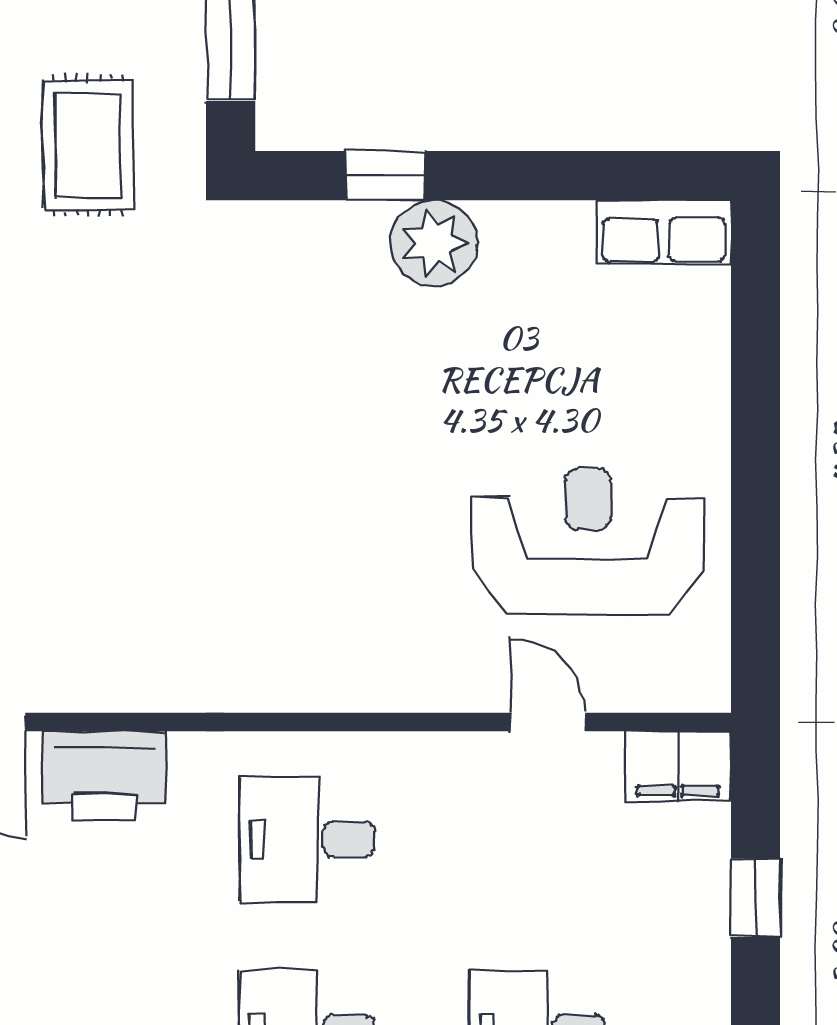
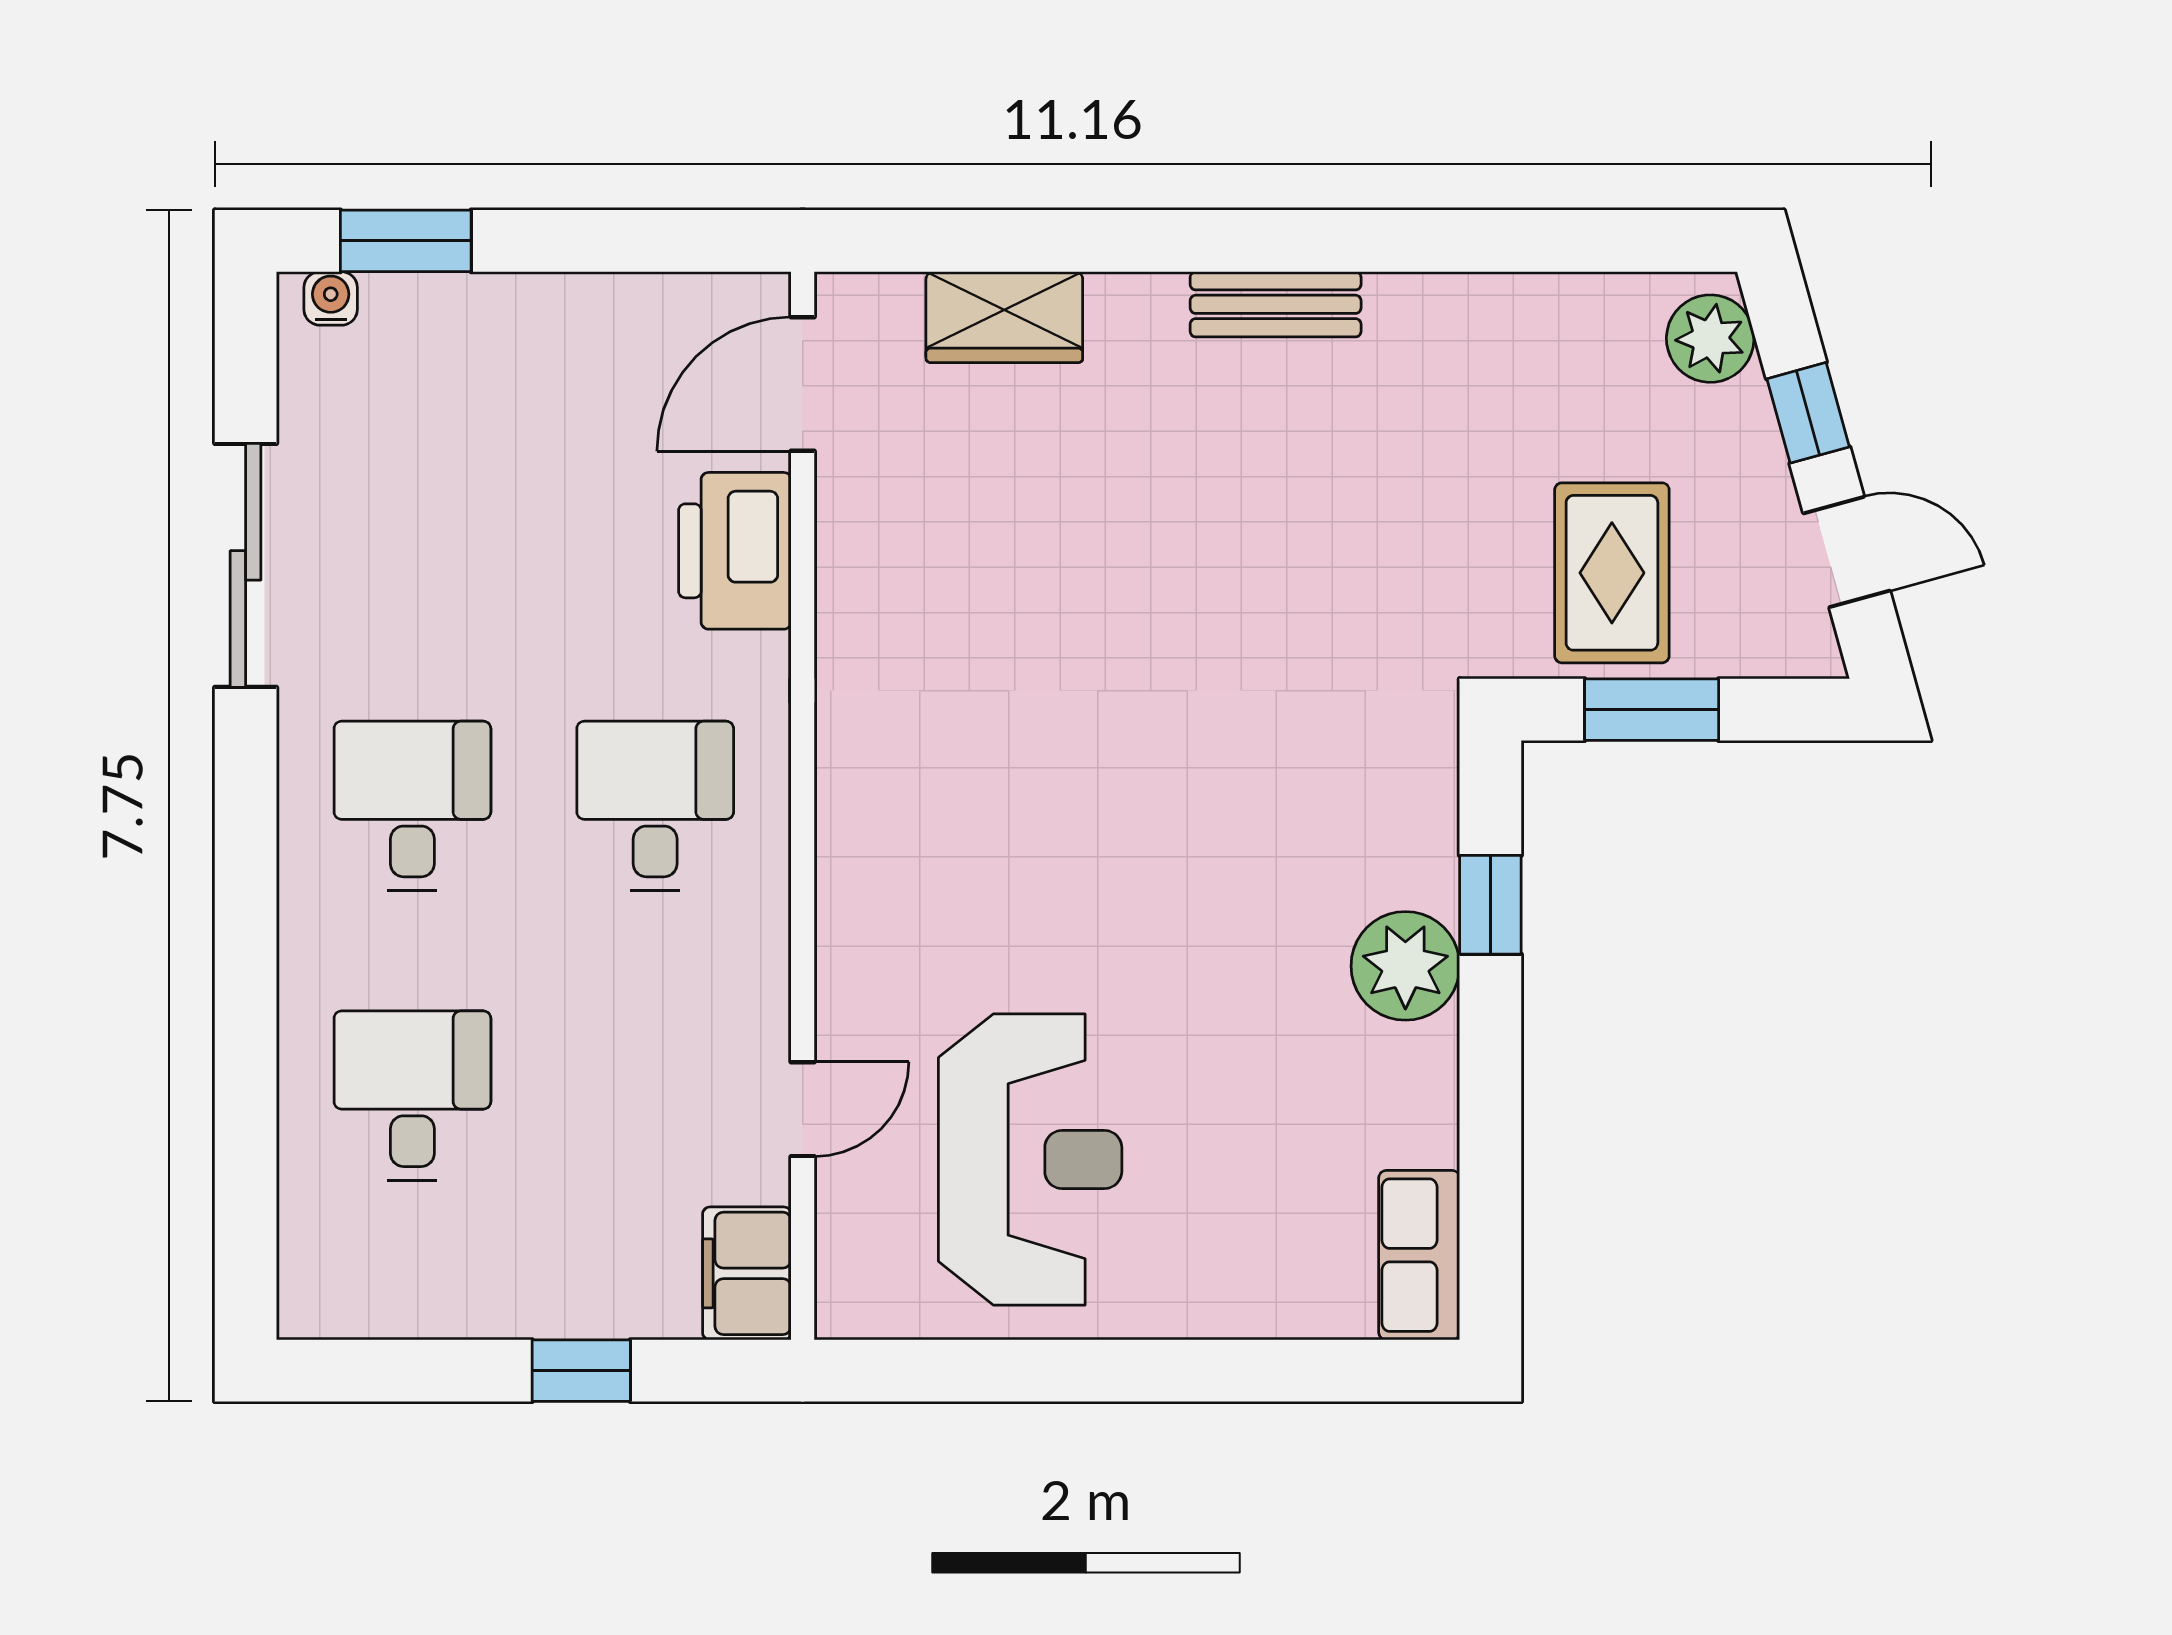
rug: (88, 146) -> (1612, 573), moved, turned 90

